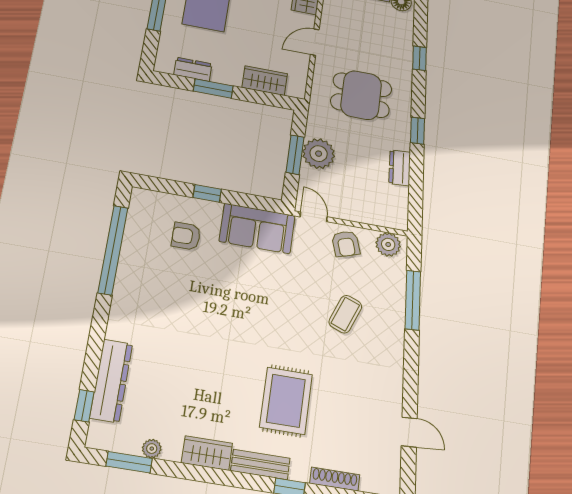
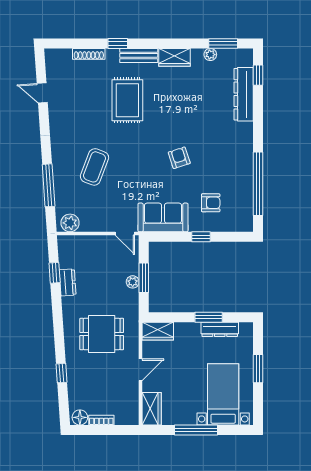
dresser: (193, 69) -> (220, 329), width x1.44
wardrobe: (265, 81) -> (158, 331), moved
window: (417, 131) -> (55, 273), moved
plant: (319, 154) -> (133, 282), width x0.53, depth x0.53
armchair: (346, 244) -> (179, 158), moved
coffee table: (345, 314) -> (94, 167), width x1.36, depth x1.30

